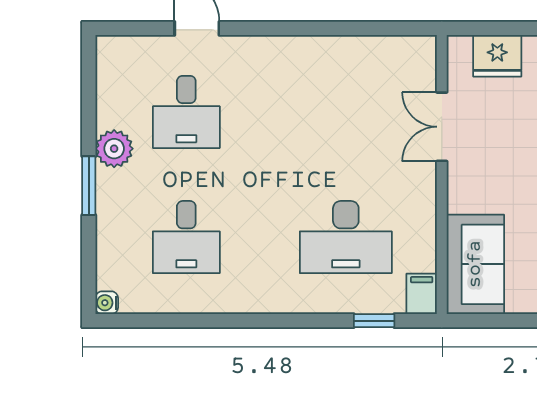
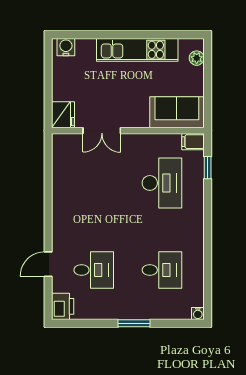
printer: (120, 55) -> (63, 306), added
fridge: (497, 56) -> (63, 115), moved
plant: (114, 149) -> (114, 309), removed

